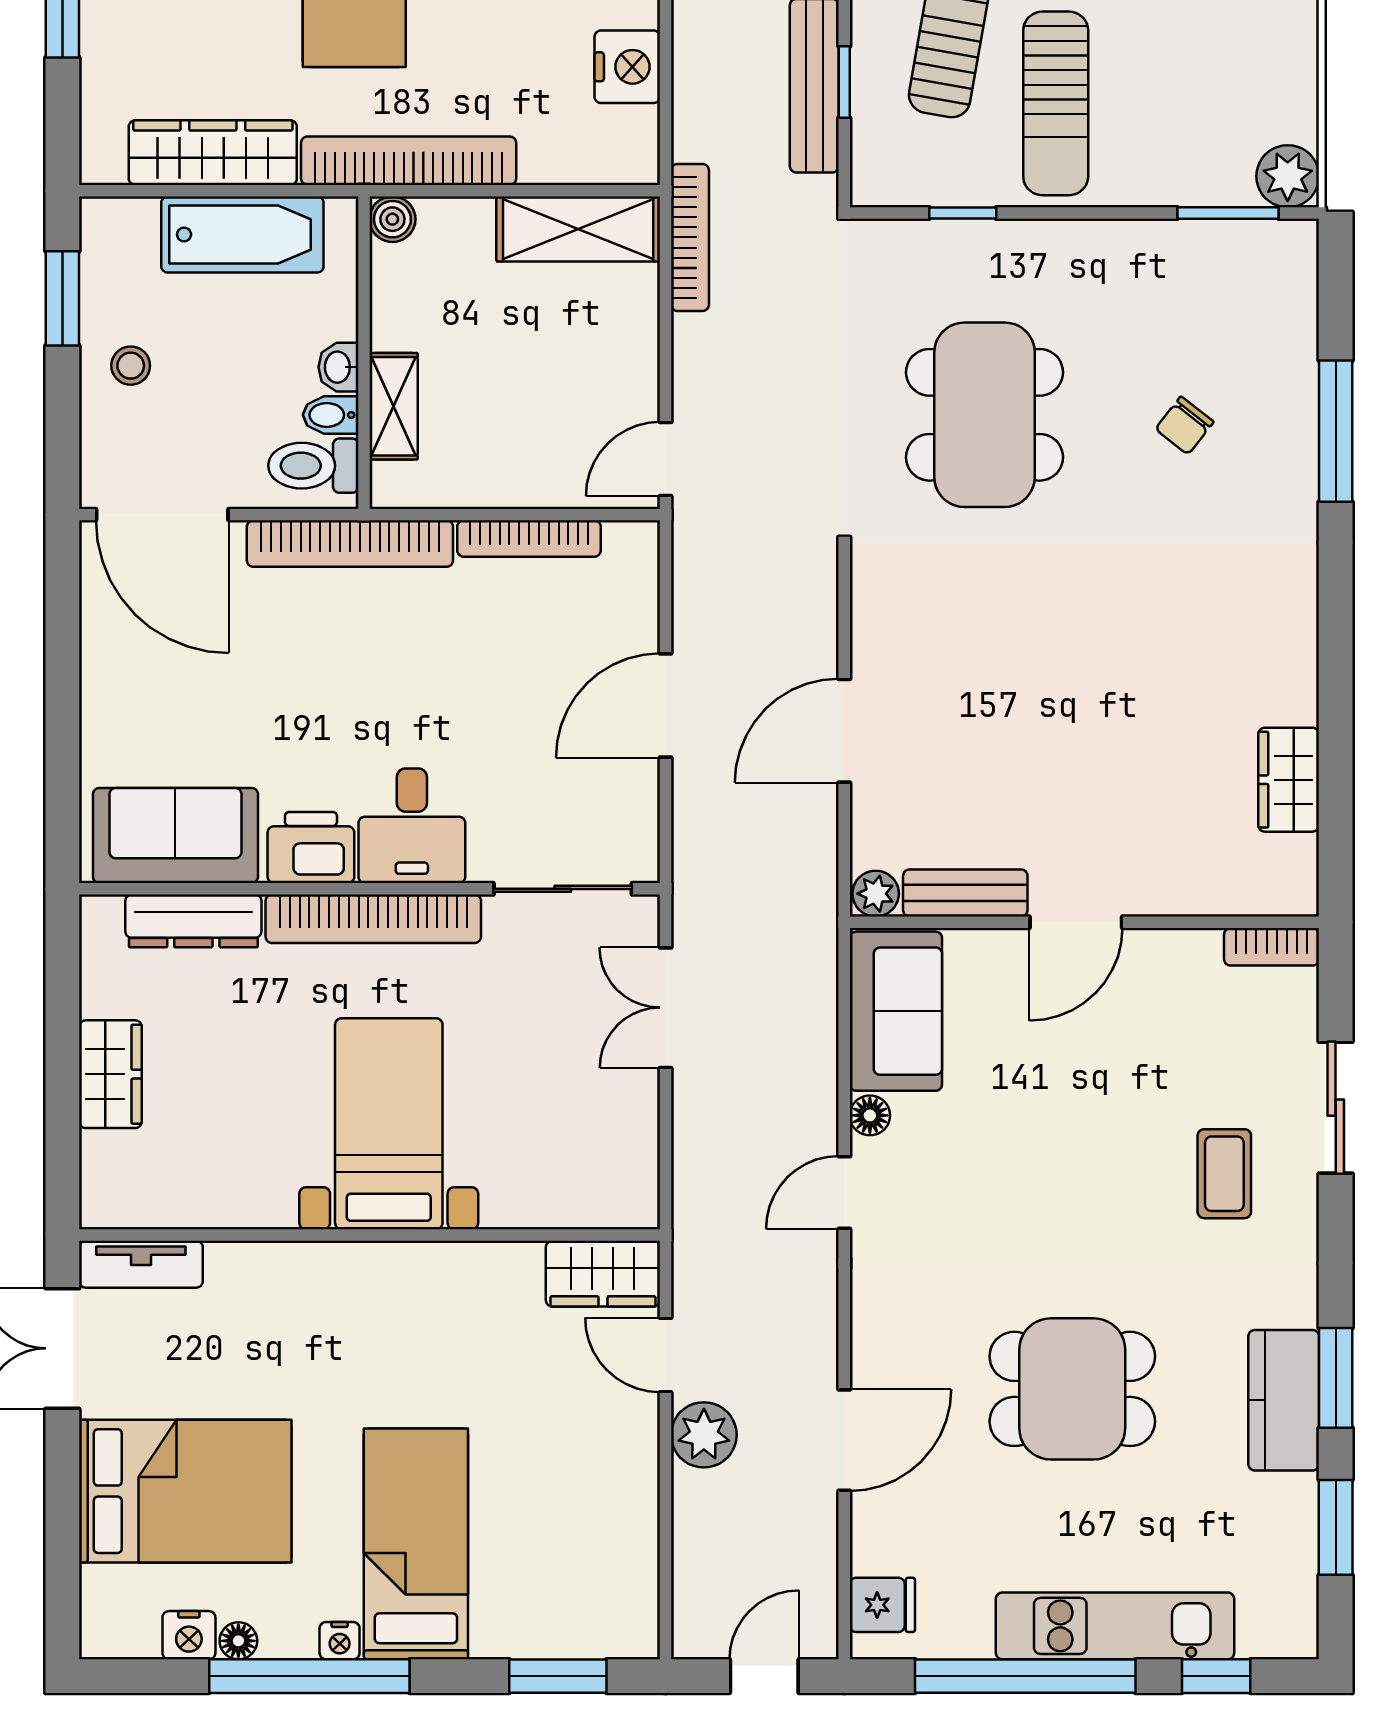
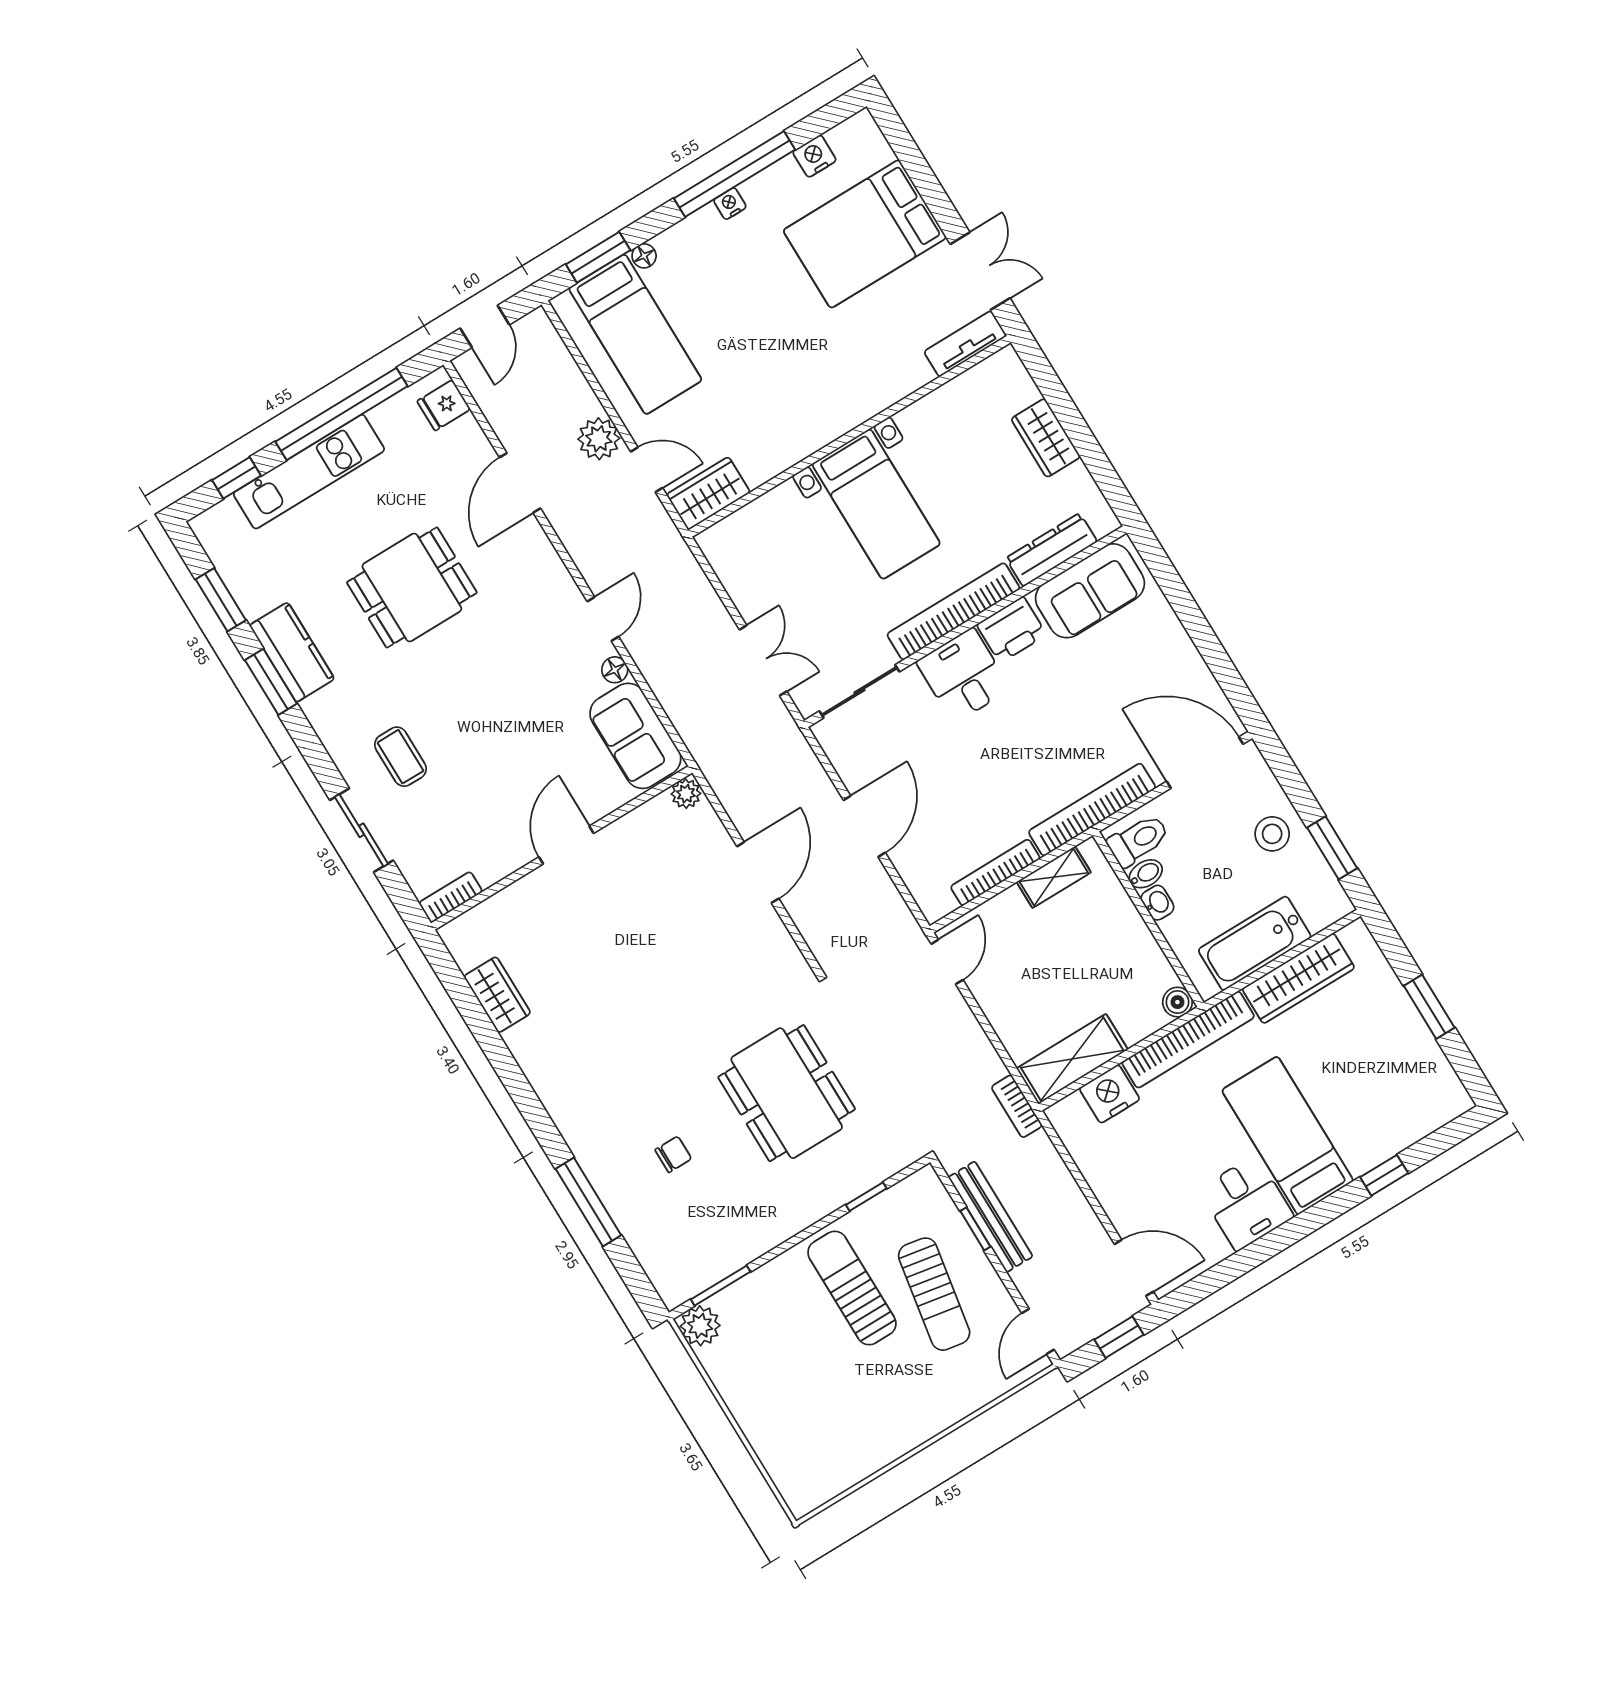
nightstand: (627, 67) -> (1109, 1094), moved, turned 90
bookcase: (690, 237) -> (1017, 1106), width x0.64
stool: (131, 366) -> (1272, 834), width x1.37, depth x1.37
shelving: (394, 406) -> (1054, 877), moved, turned 90
chair: (1184, 425) -> (673, 1154), turned 52
bench: (965, 893) -> (637, 824), removed
bed: (416, 1544) -> (635, 334), moved
floor lamp: (238, 1641) -> (644, 256), moved

